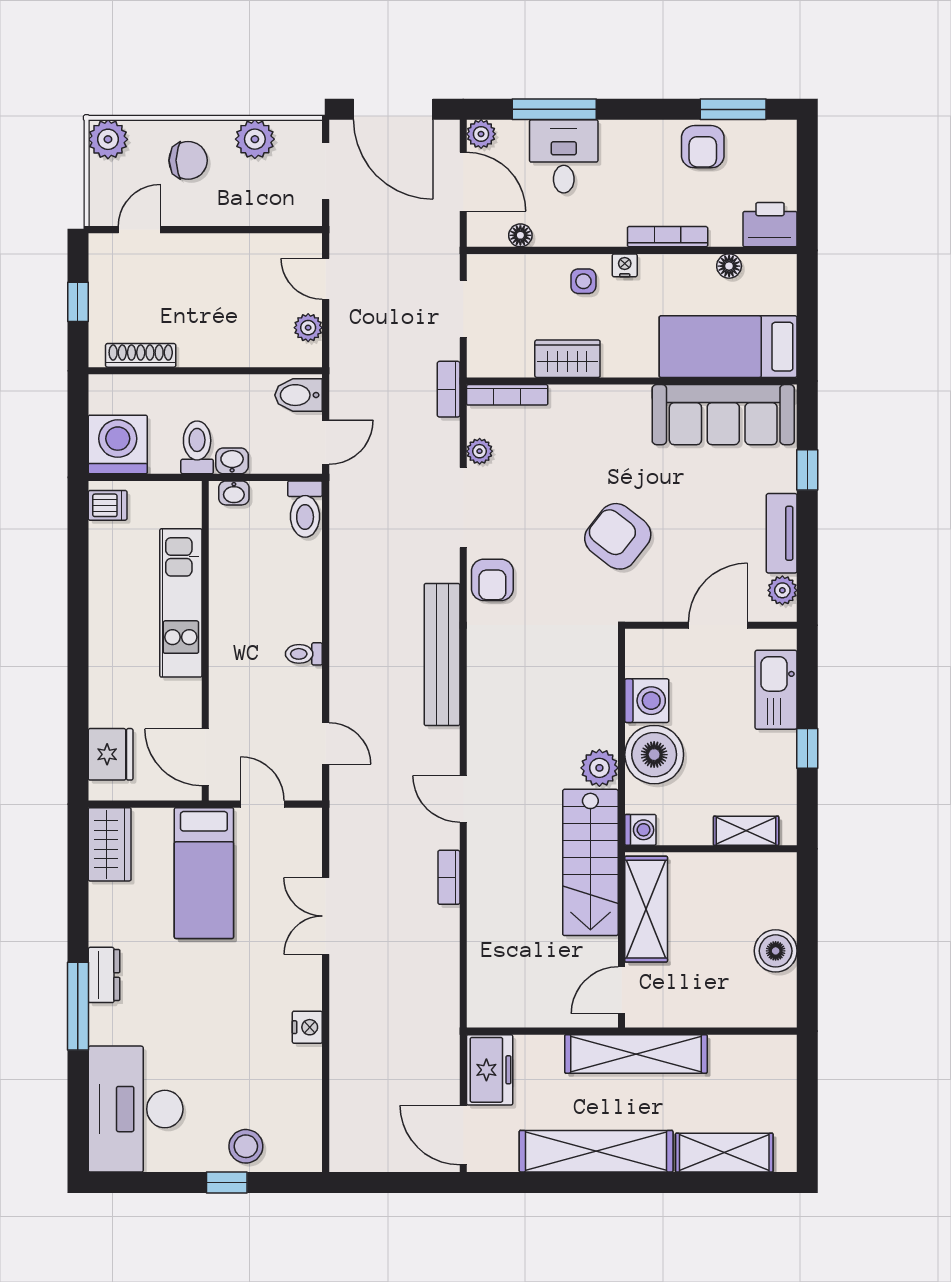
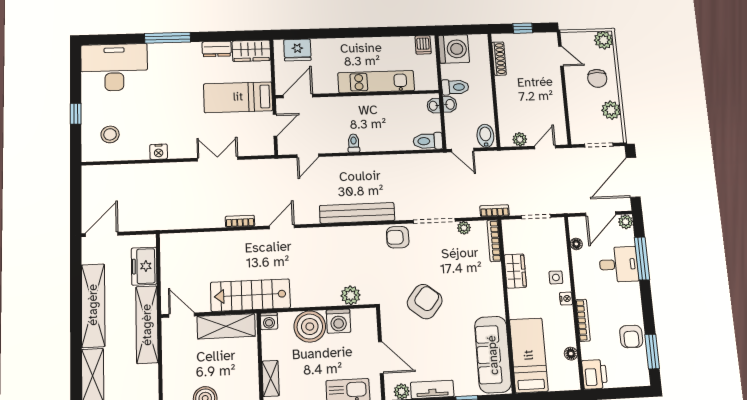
armchair: (703, 147) -> (631, 336), turned -90
plant: (599, 768) -> (351, 295), moved
dresser: (104, 975) -> (217, 49), moved
freezer: (490, 1070) -> (144, 266), moved, turned 90
stool: (246, 1146) -> (110, 134), moved

